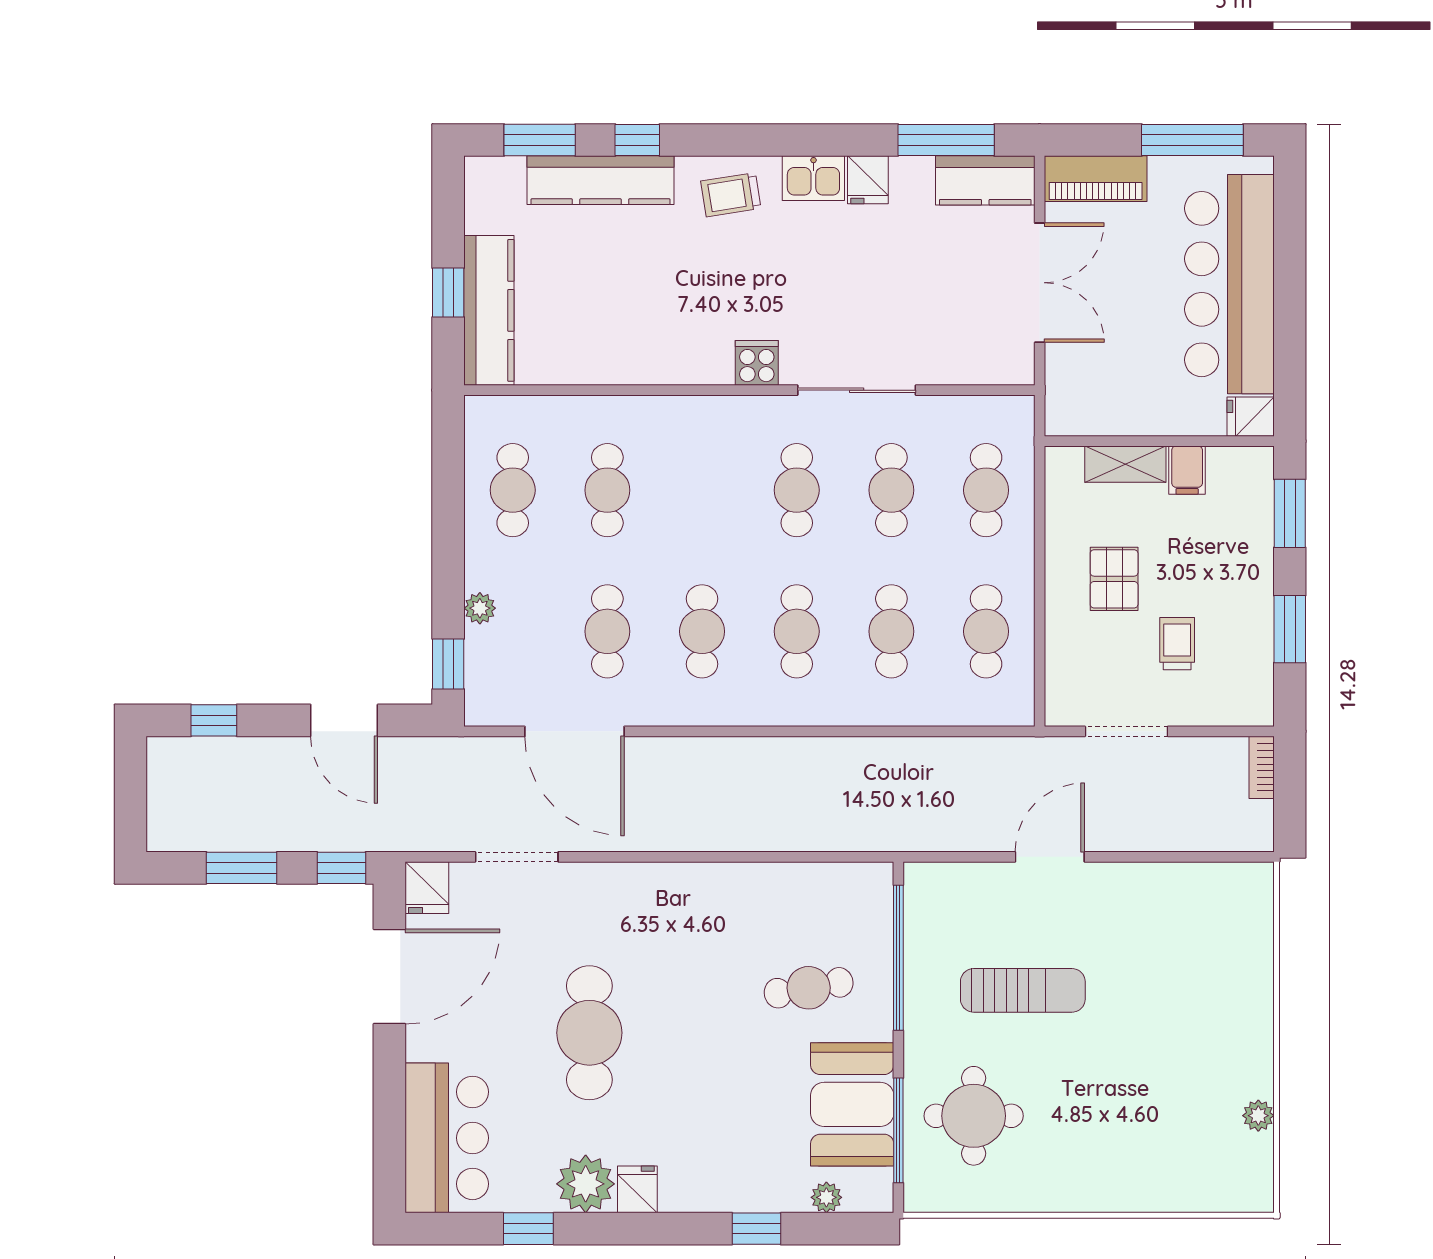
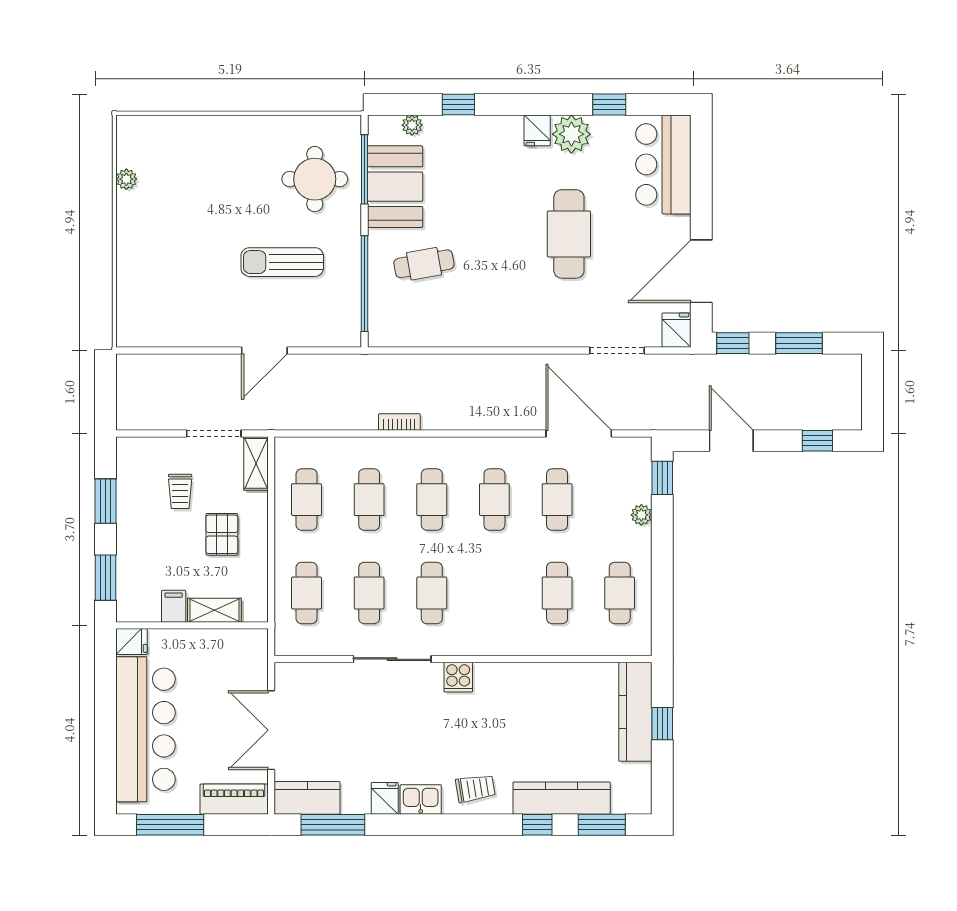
shelving: (1063, 686) -> (256, 463), added
bookcase: (1262, 767) -> (399, 422), moved, turned -90

